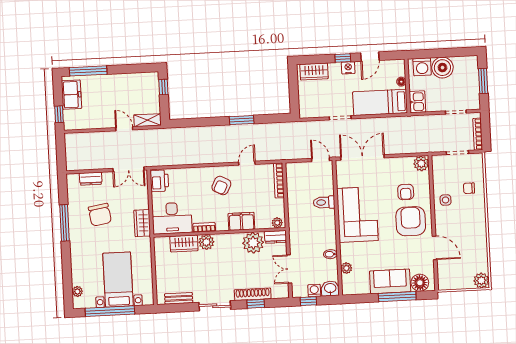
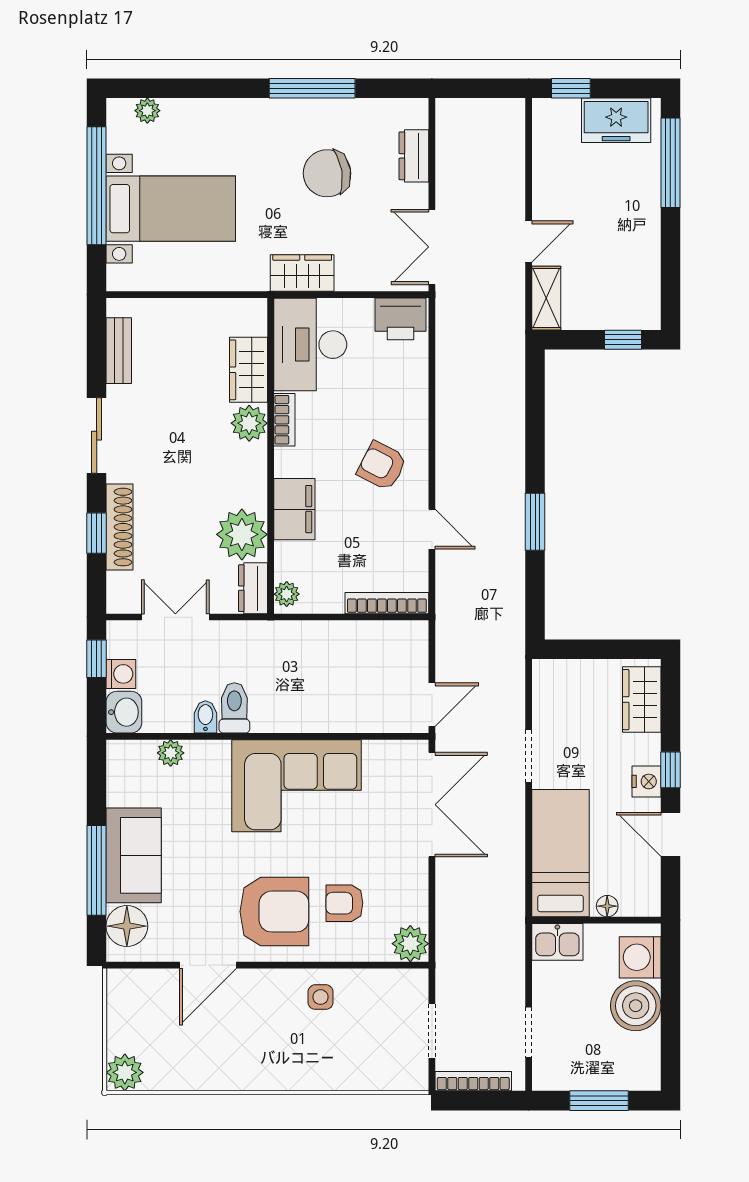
chair: (469, 188) -> (346, 1054), removed
toilet: (324, 202) -> (234, 708), moved

